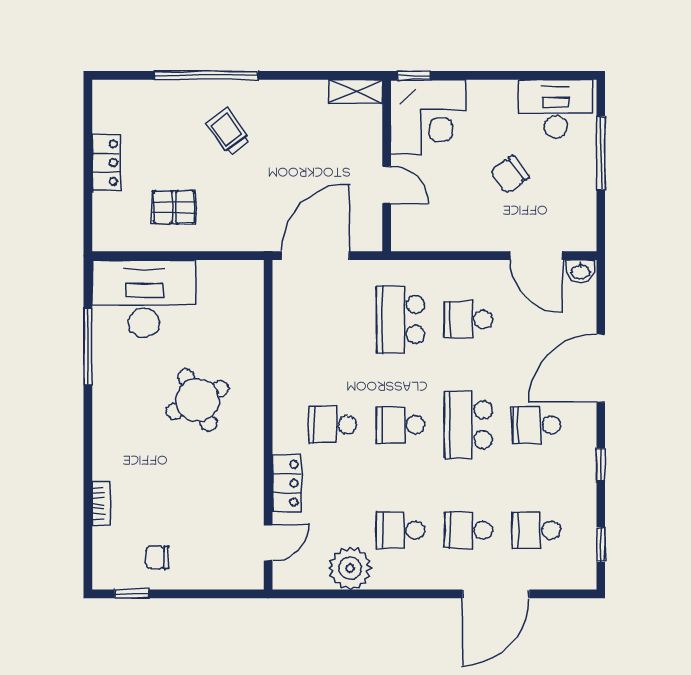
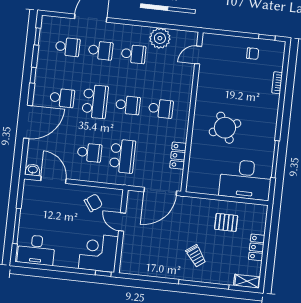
shelving: (356, 91) -> (247, 281), moved
chair: (510, 174) -> (93, 203), moved
locker: (287, 483) -> (178, 156), moved

